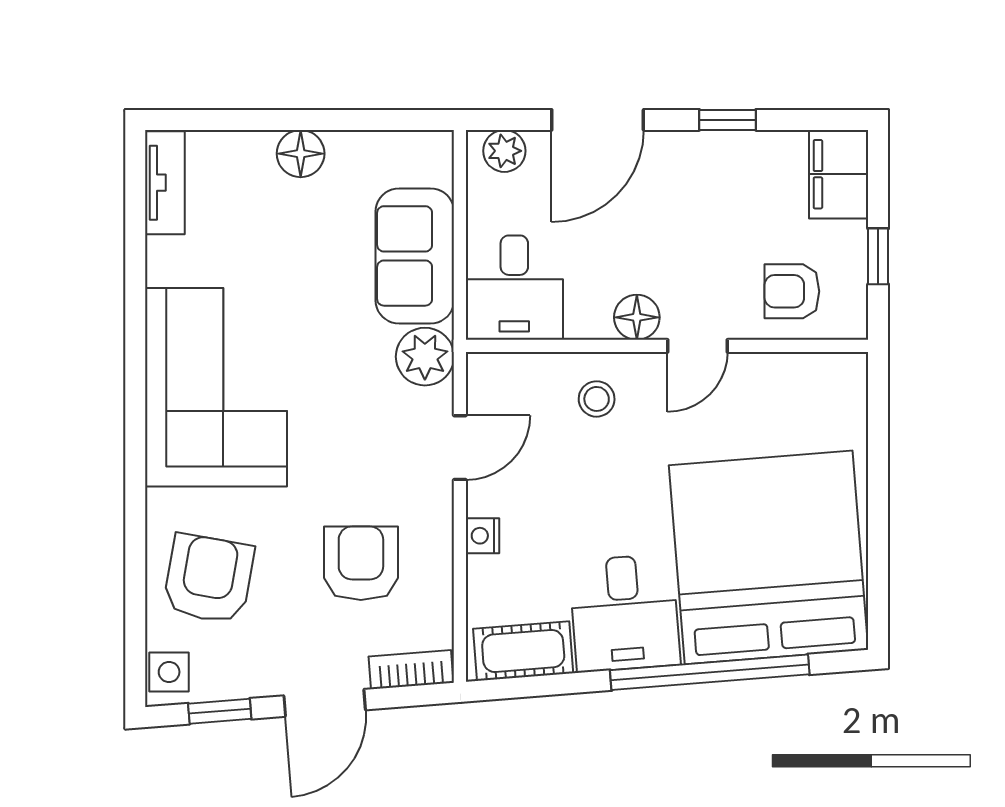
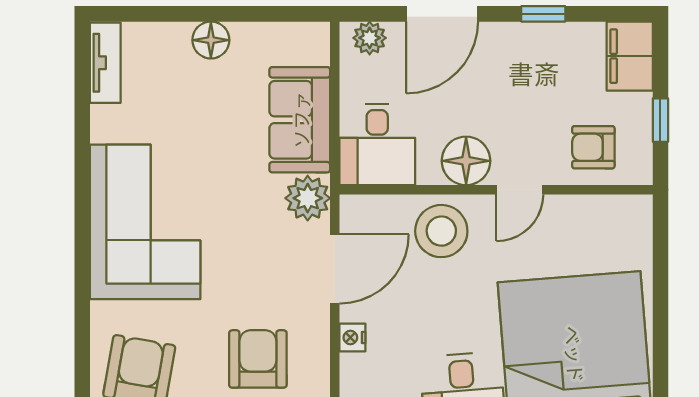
floor lamp: (637, 317) -> (466, 161), width x1.38, depth x1.38
stool: (597, 399) -> (441, 231), width x1.89, depth x1.89
door: (460, 448) -> (335, 269), width x1.38

